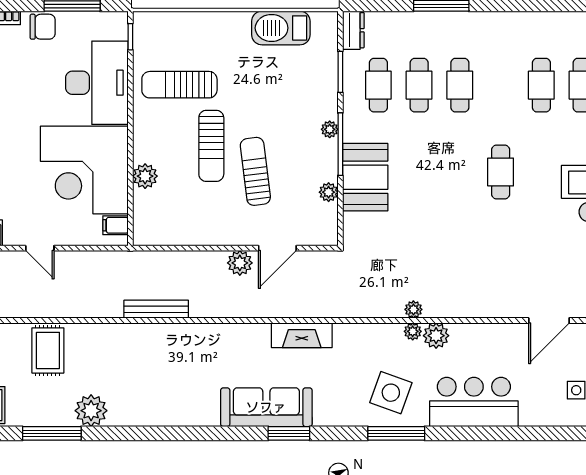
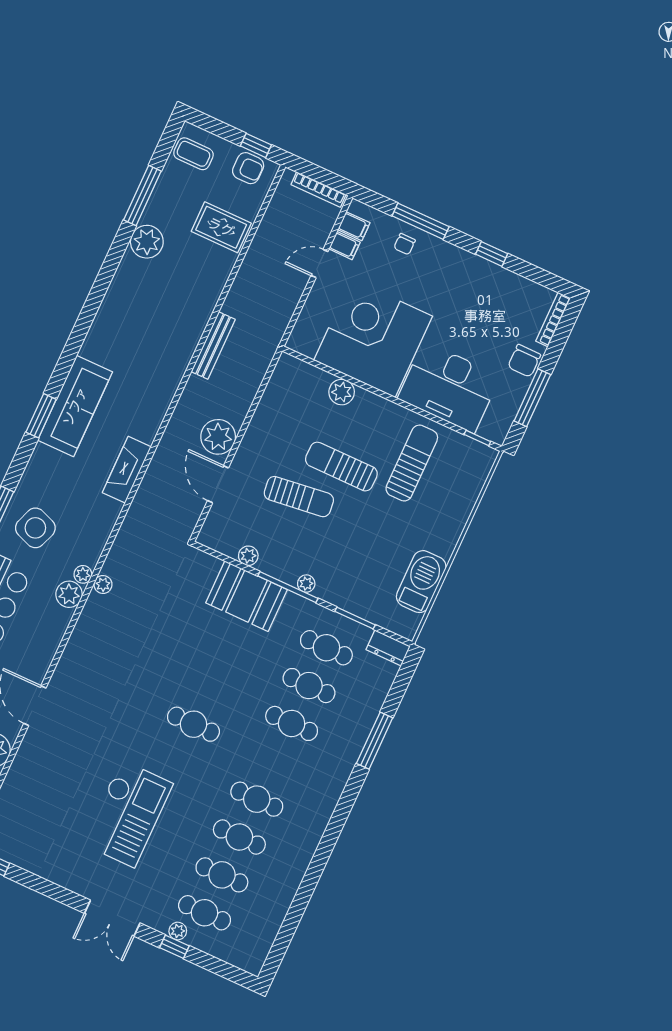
filing cabinet: (115, 225) -> (345, 246), moved, turned 90
plant: (240, 263) -> (218, 437), width x1.36, depth x1.36

